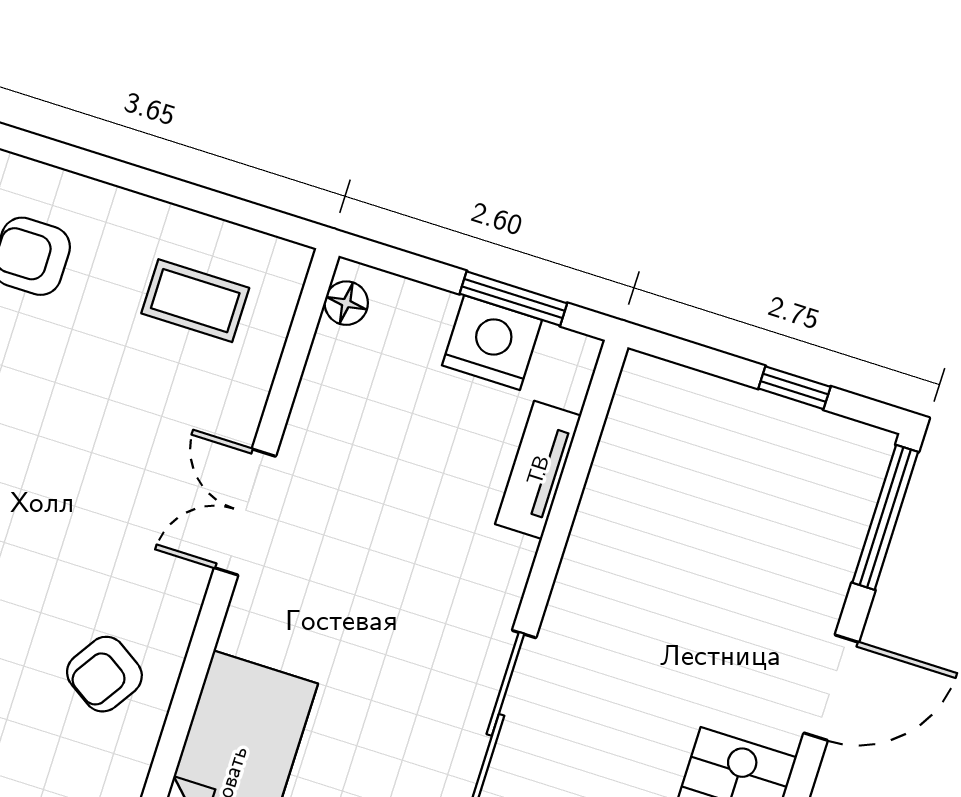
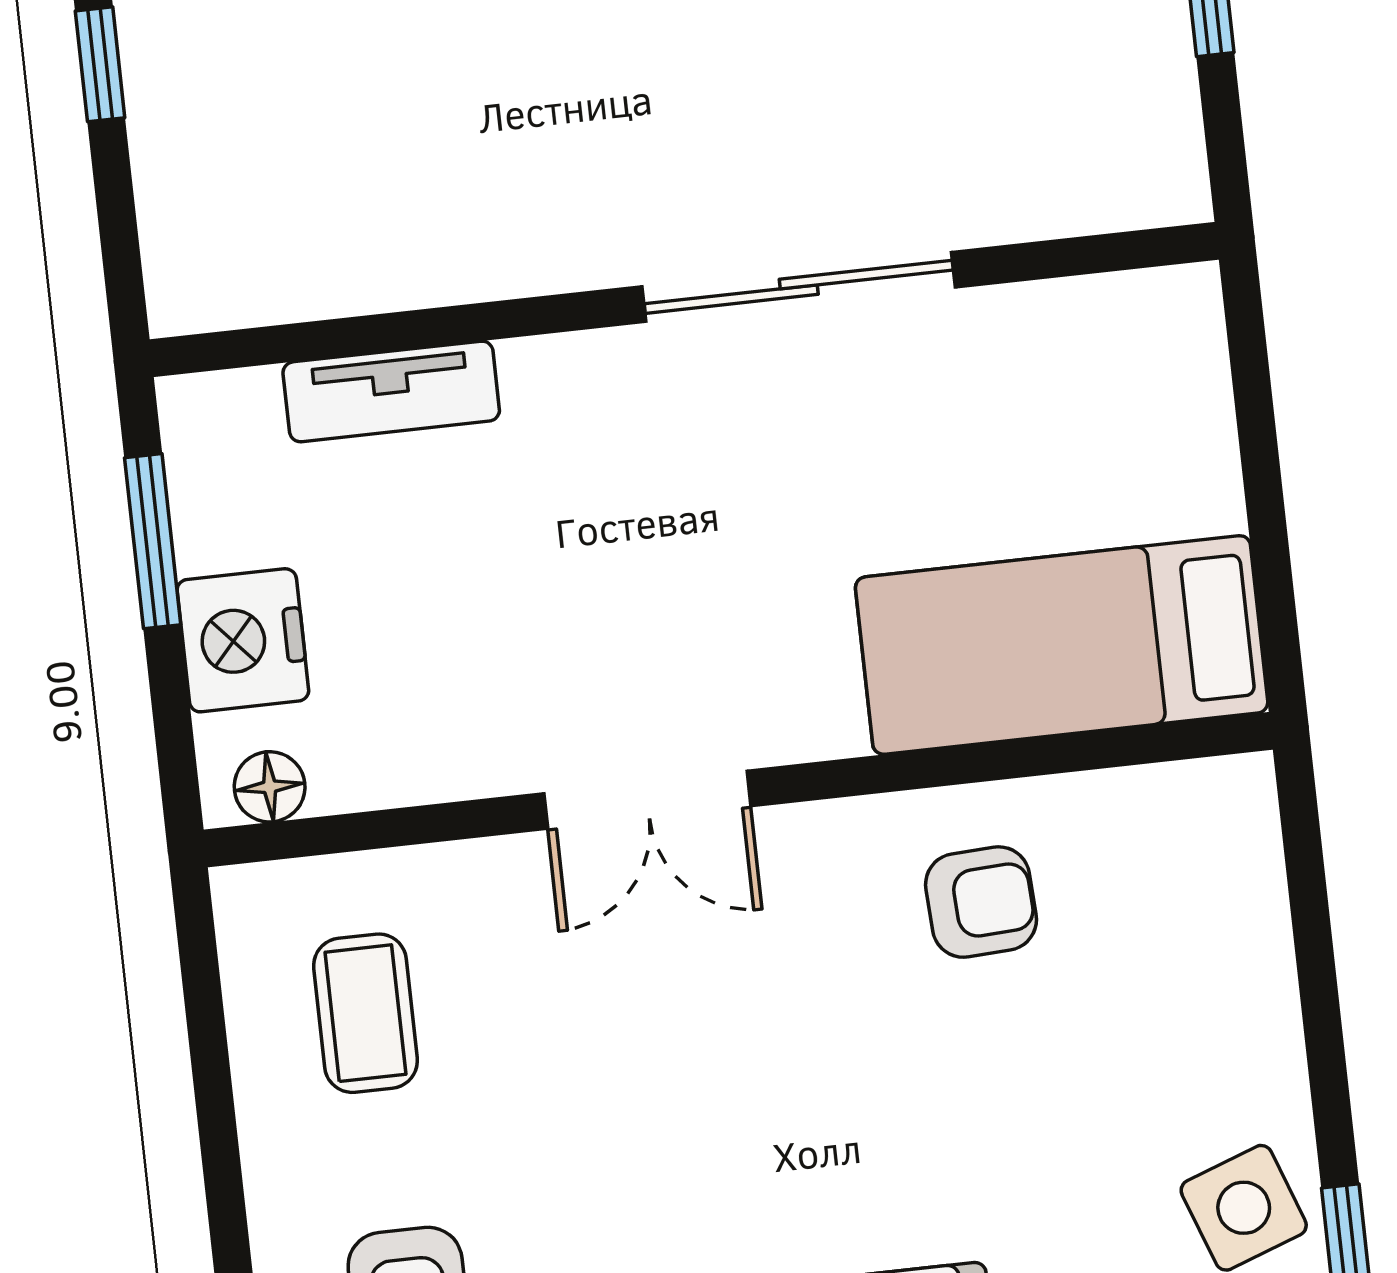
nightstand: (492, 343) -> (243, 640), moved
armchair: (104, 674) -> (981, 902), turned -36

